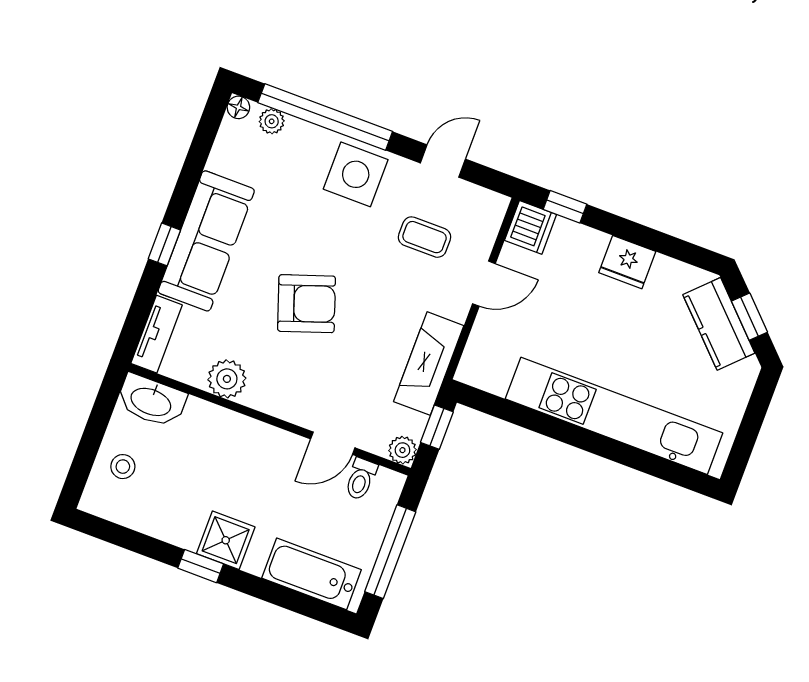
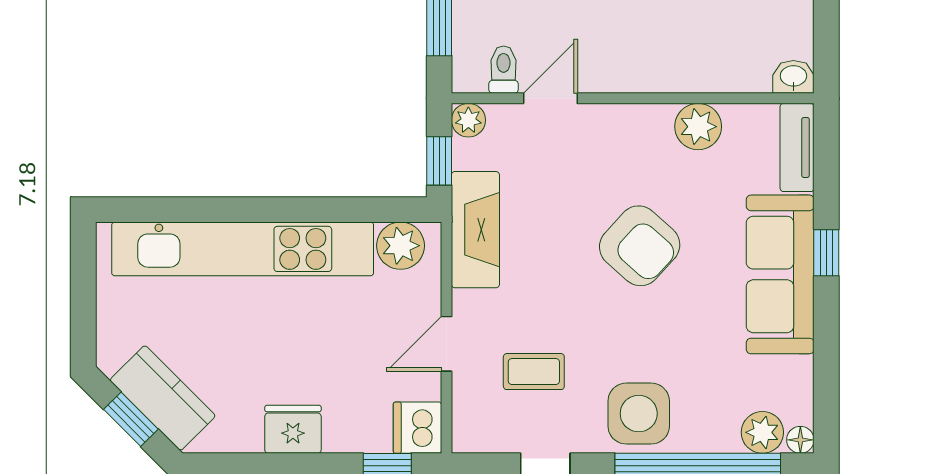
plant: (272, 121) -> (762, 432), width x1.38, depth x1.38
armchair: (307, 304) -> (640, 246), turned -119
plant: (491, 373) -> (401, 246), added
washbasin: (151, 401) -> (793, 77), width x0.52, depth x0.69

